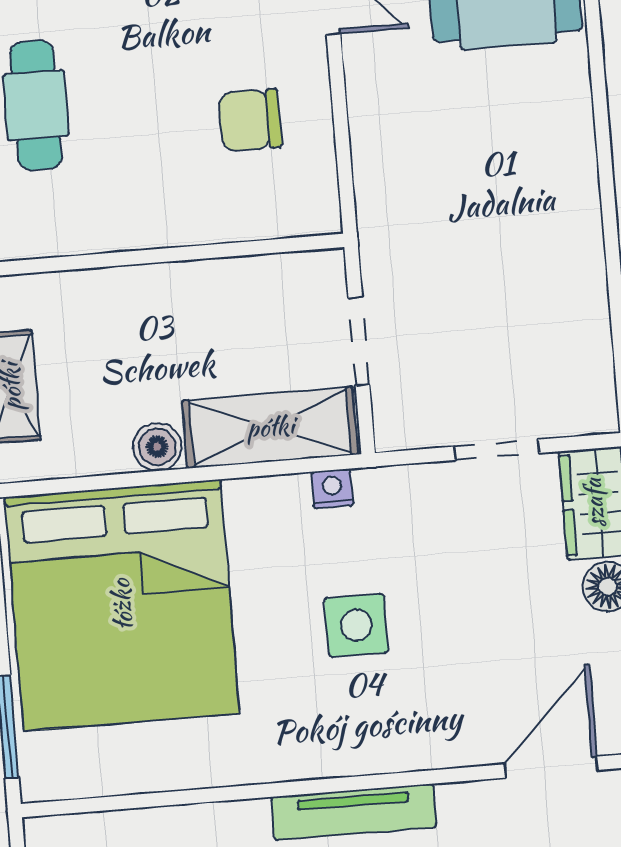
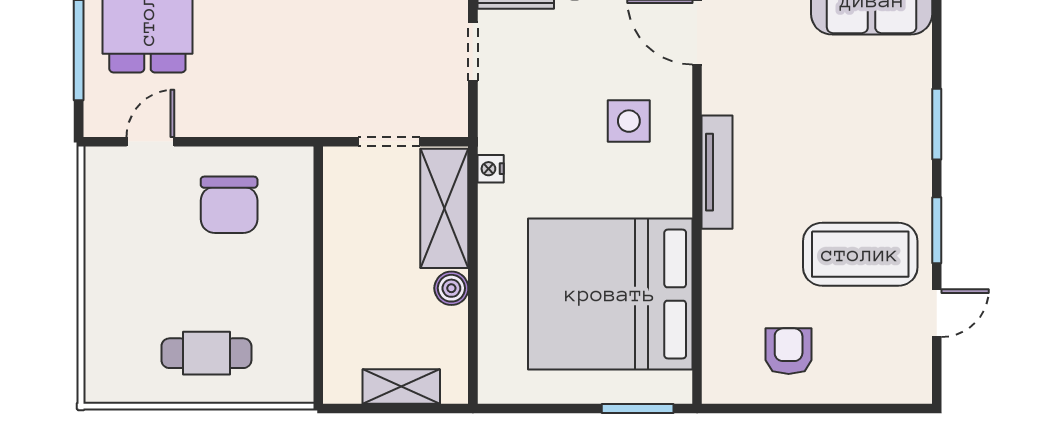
chair: (250, 120) -> (229, 205), width x1.37, depth x1.37
bed: (122, 605) -> (610, 294), moved, turned 180
side table: (356, 625) -> (629, 121), moved

